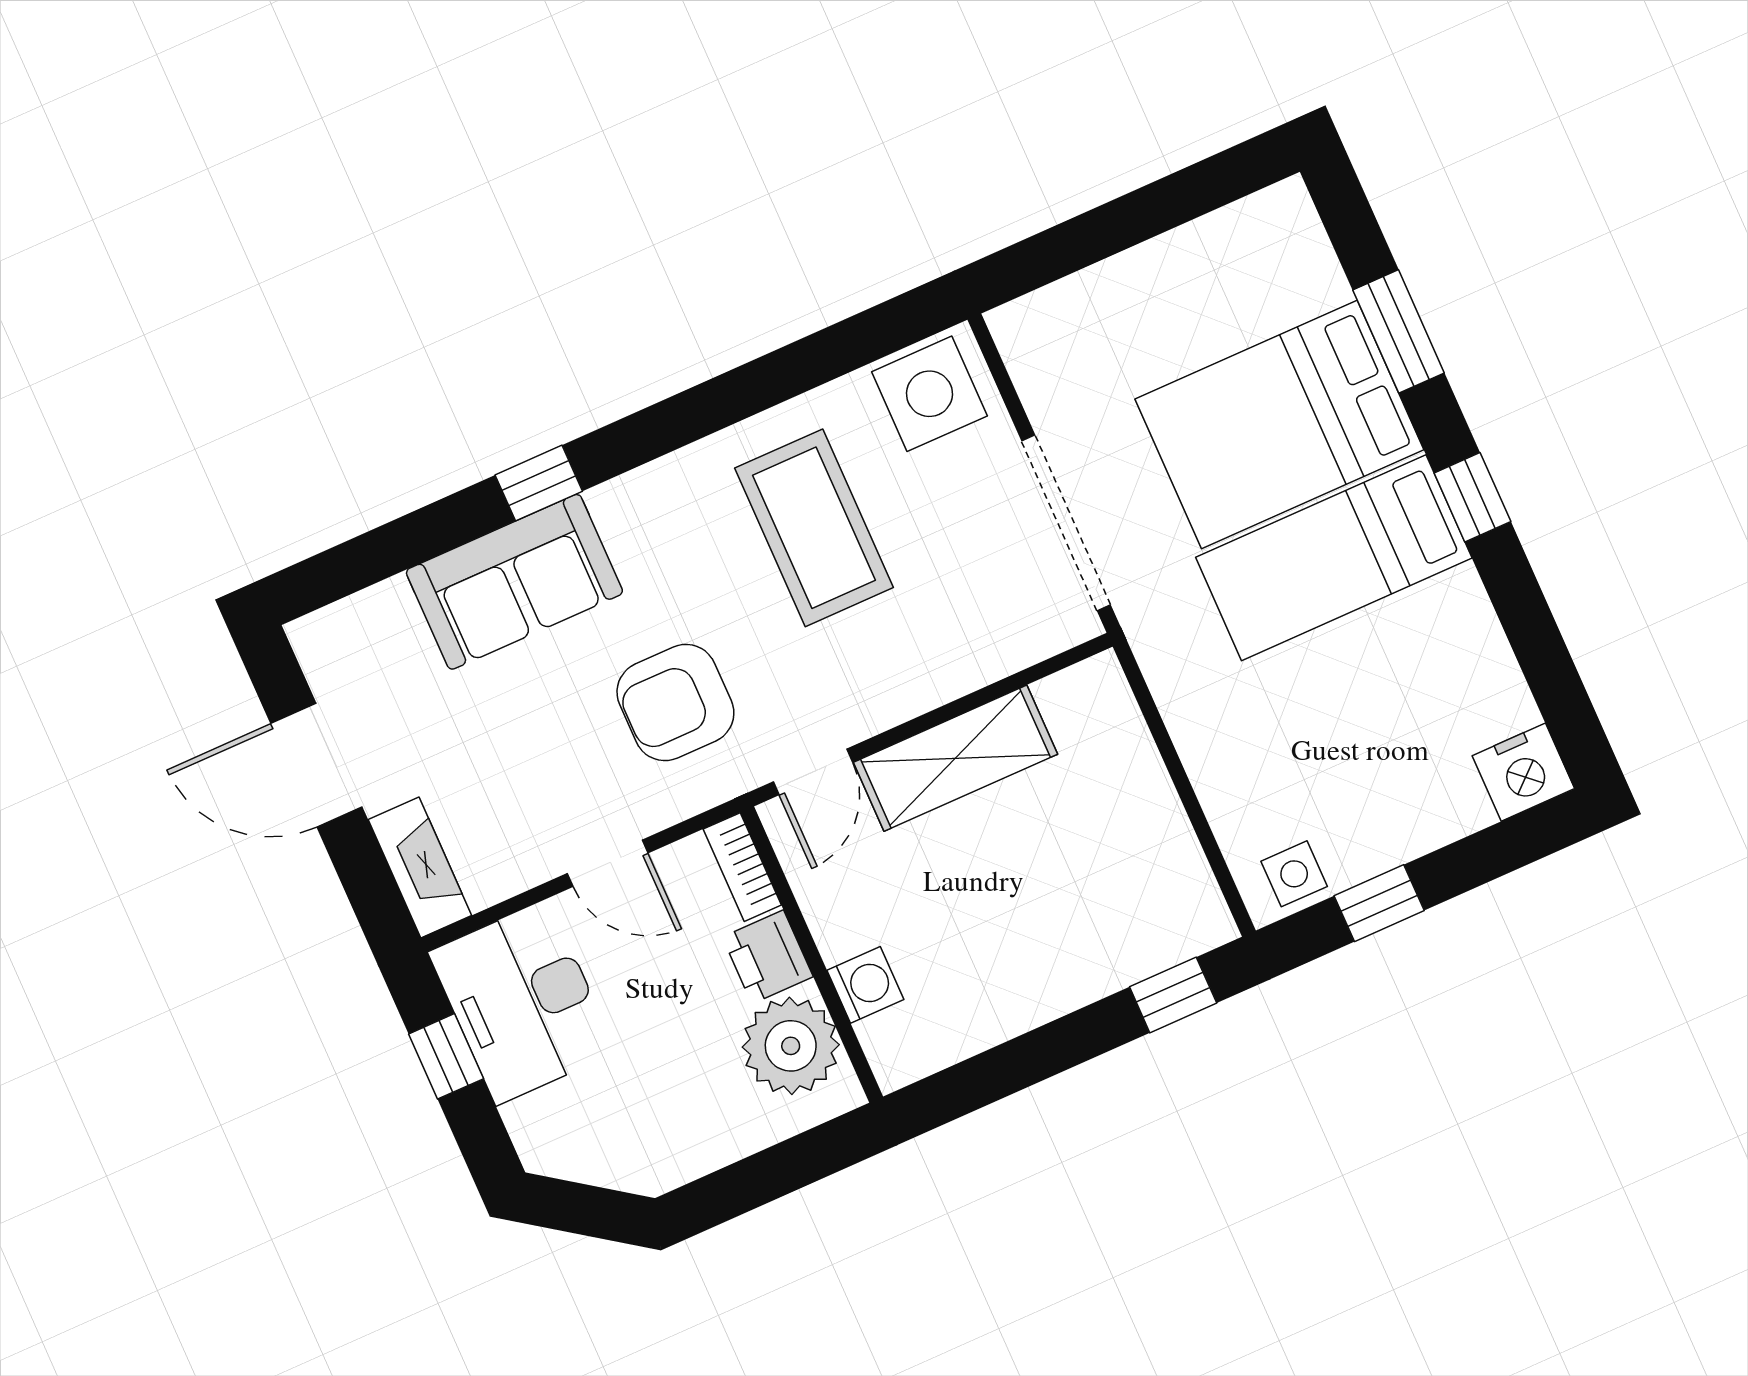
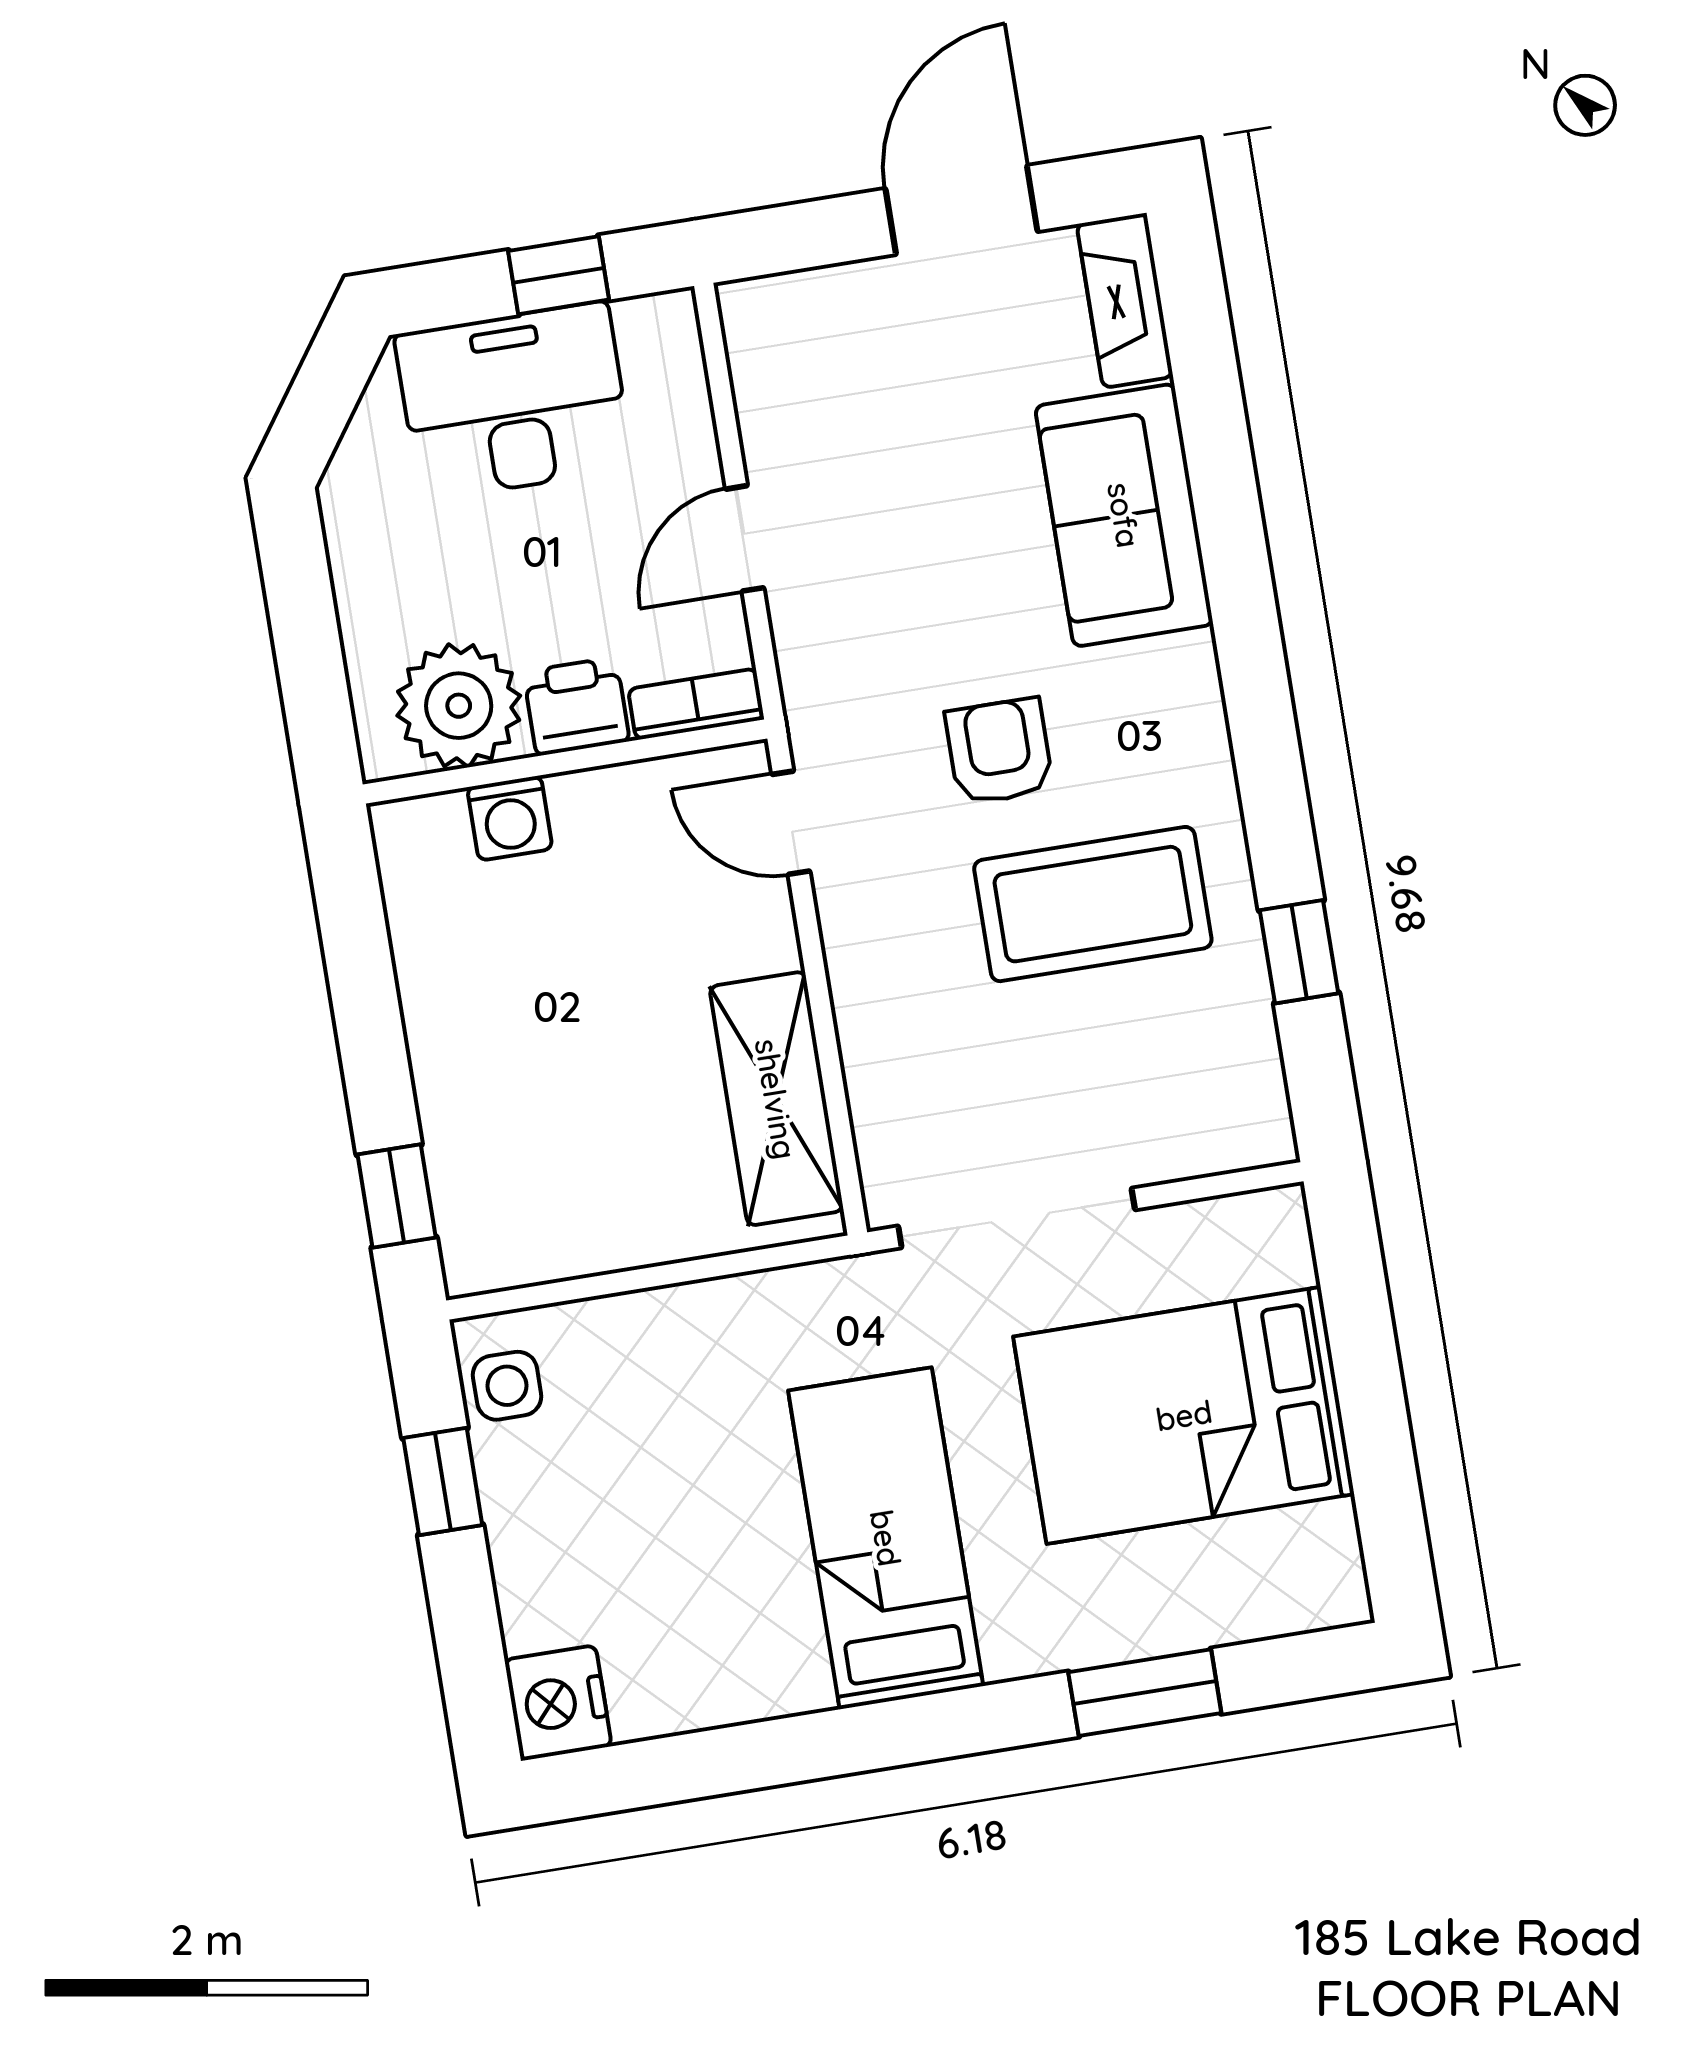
side table: (929, 394) -> (1221, 1091), removed
bed: (1279, 424) -> (1184, 1415), moved, turned -90
window: (539, 483) -> (1299, 952), moved
window: (1472, 497) -> (915, 1730), removed
armchair: (675, 703) -> (999, 751), moved, width x0.72, depth x0.72
shelving: (955, 758) -> (776, 1099), moved
fireplace: (420, 868) -> (1125, 300), moved, turned 90
desk: (522, 1002) -> (514, 401), moved

